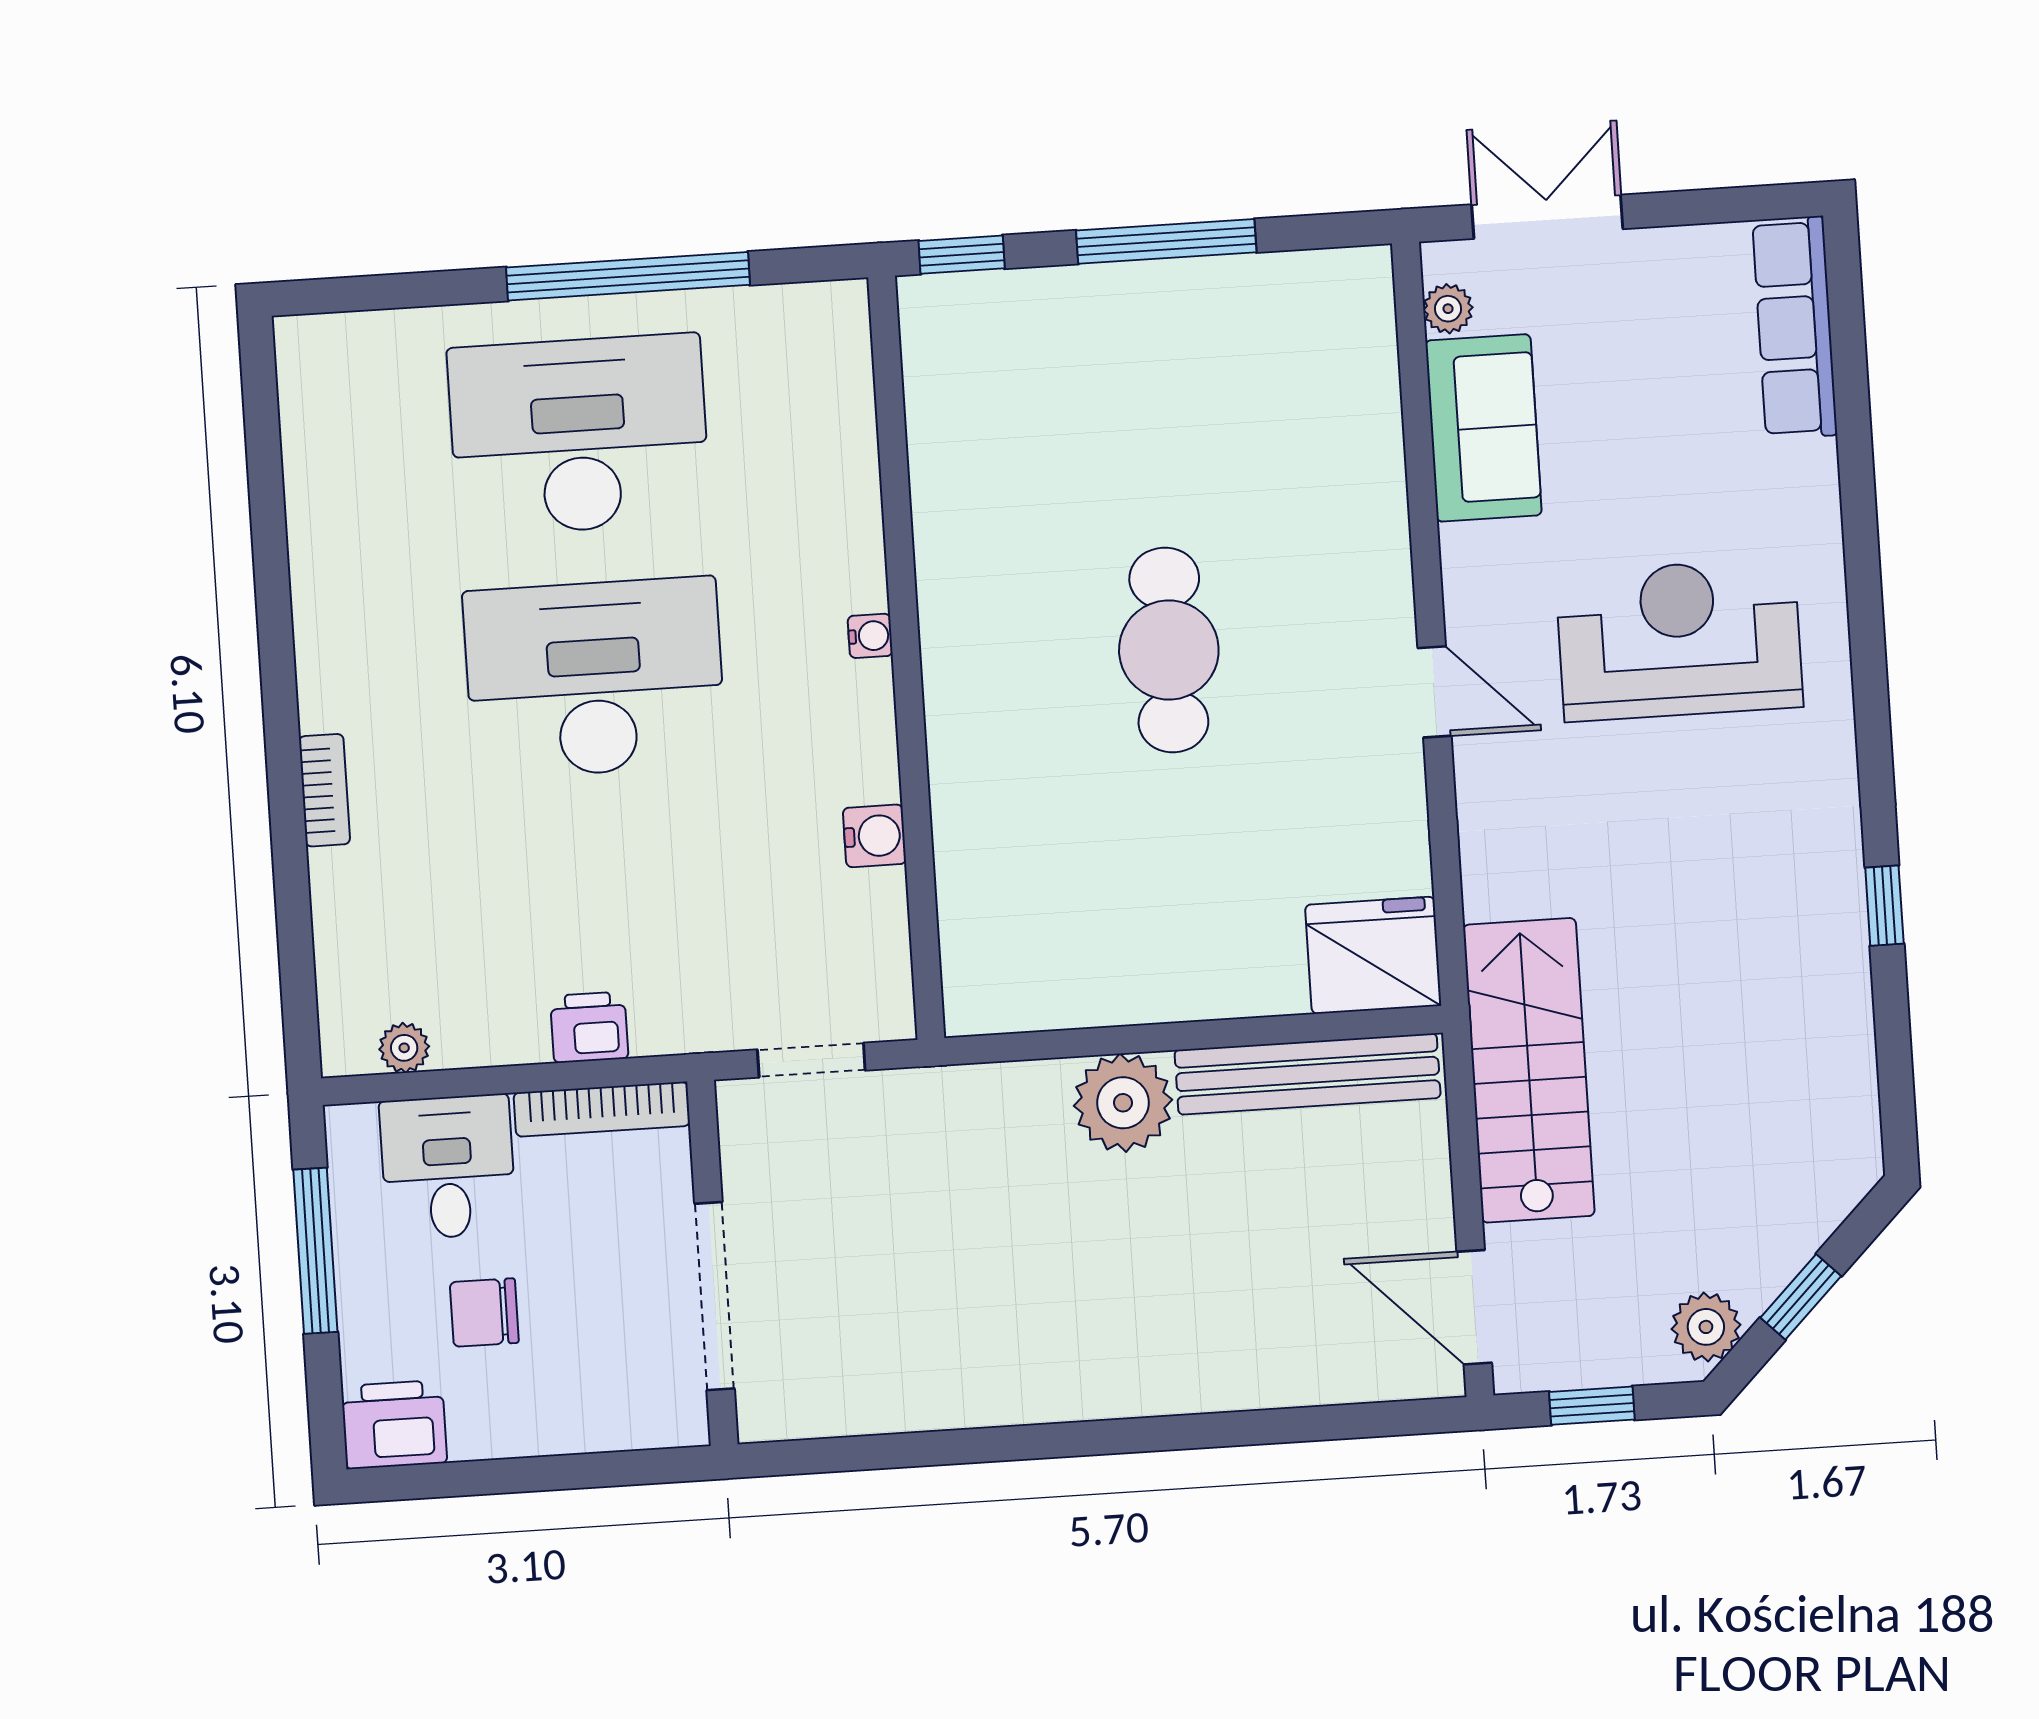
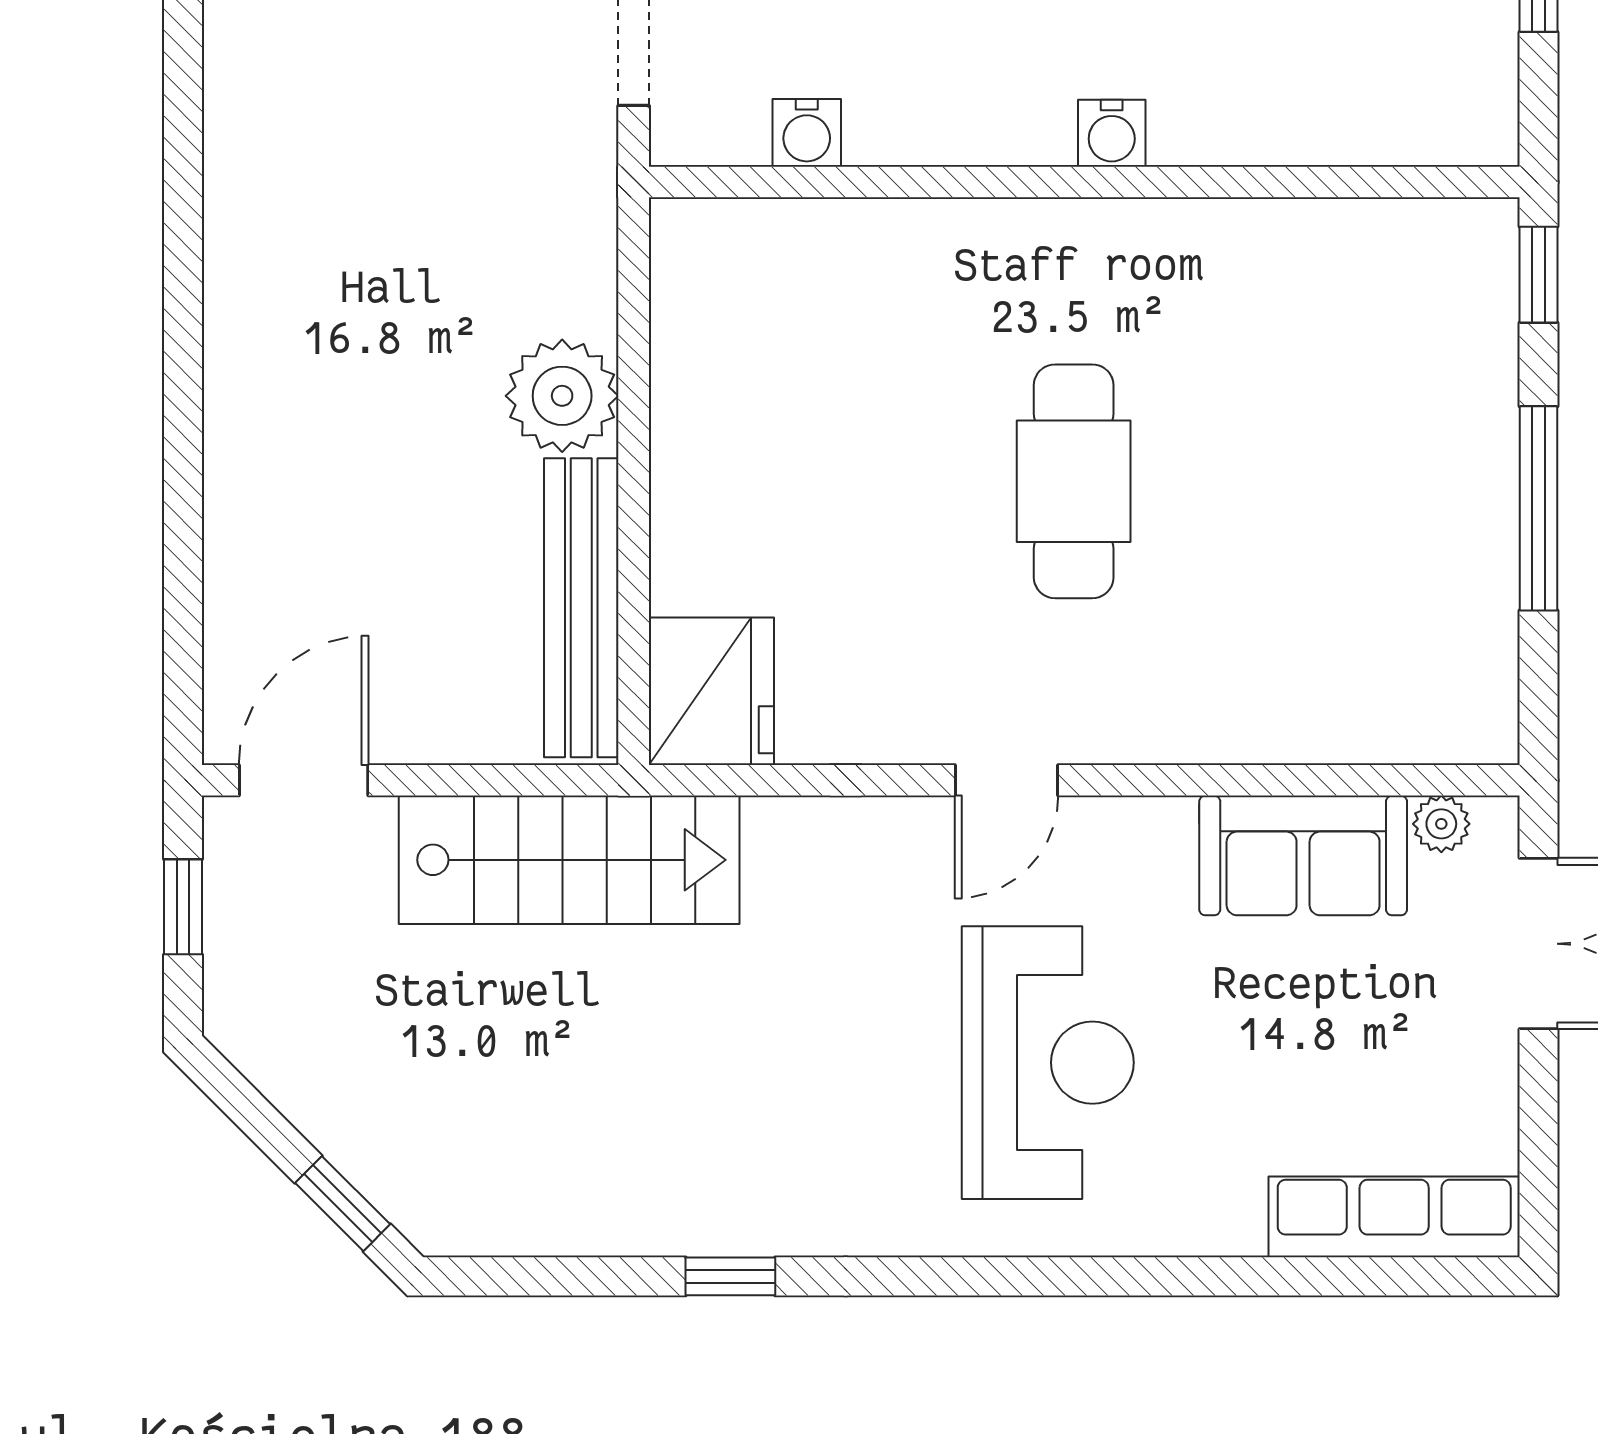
water cooler: (870, 636) -> (1112, 133), width x1.38, depth x1.38
cafe table: (1169, 650) -> (1074, 481), turned 90
water cooler: (874, 836) -> (807, 133), moved
window: (1801, 1297) -> (343, 1204), moved
plant: (1706, 1327) -> (264, 1042), removed

